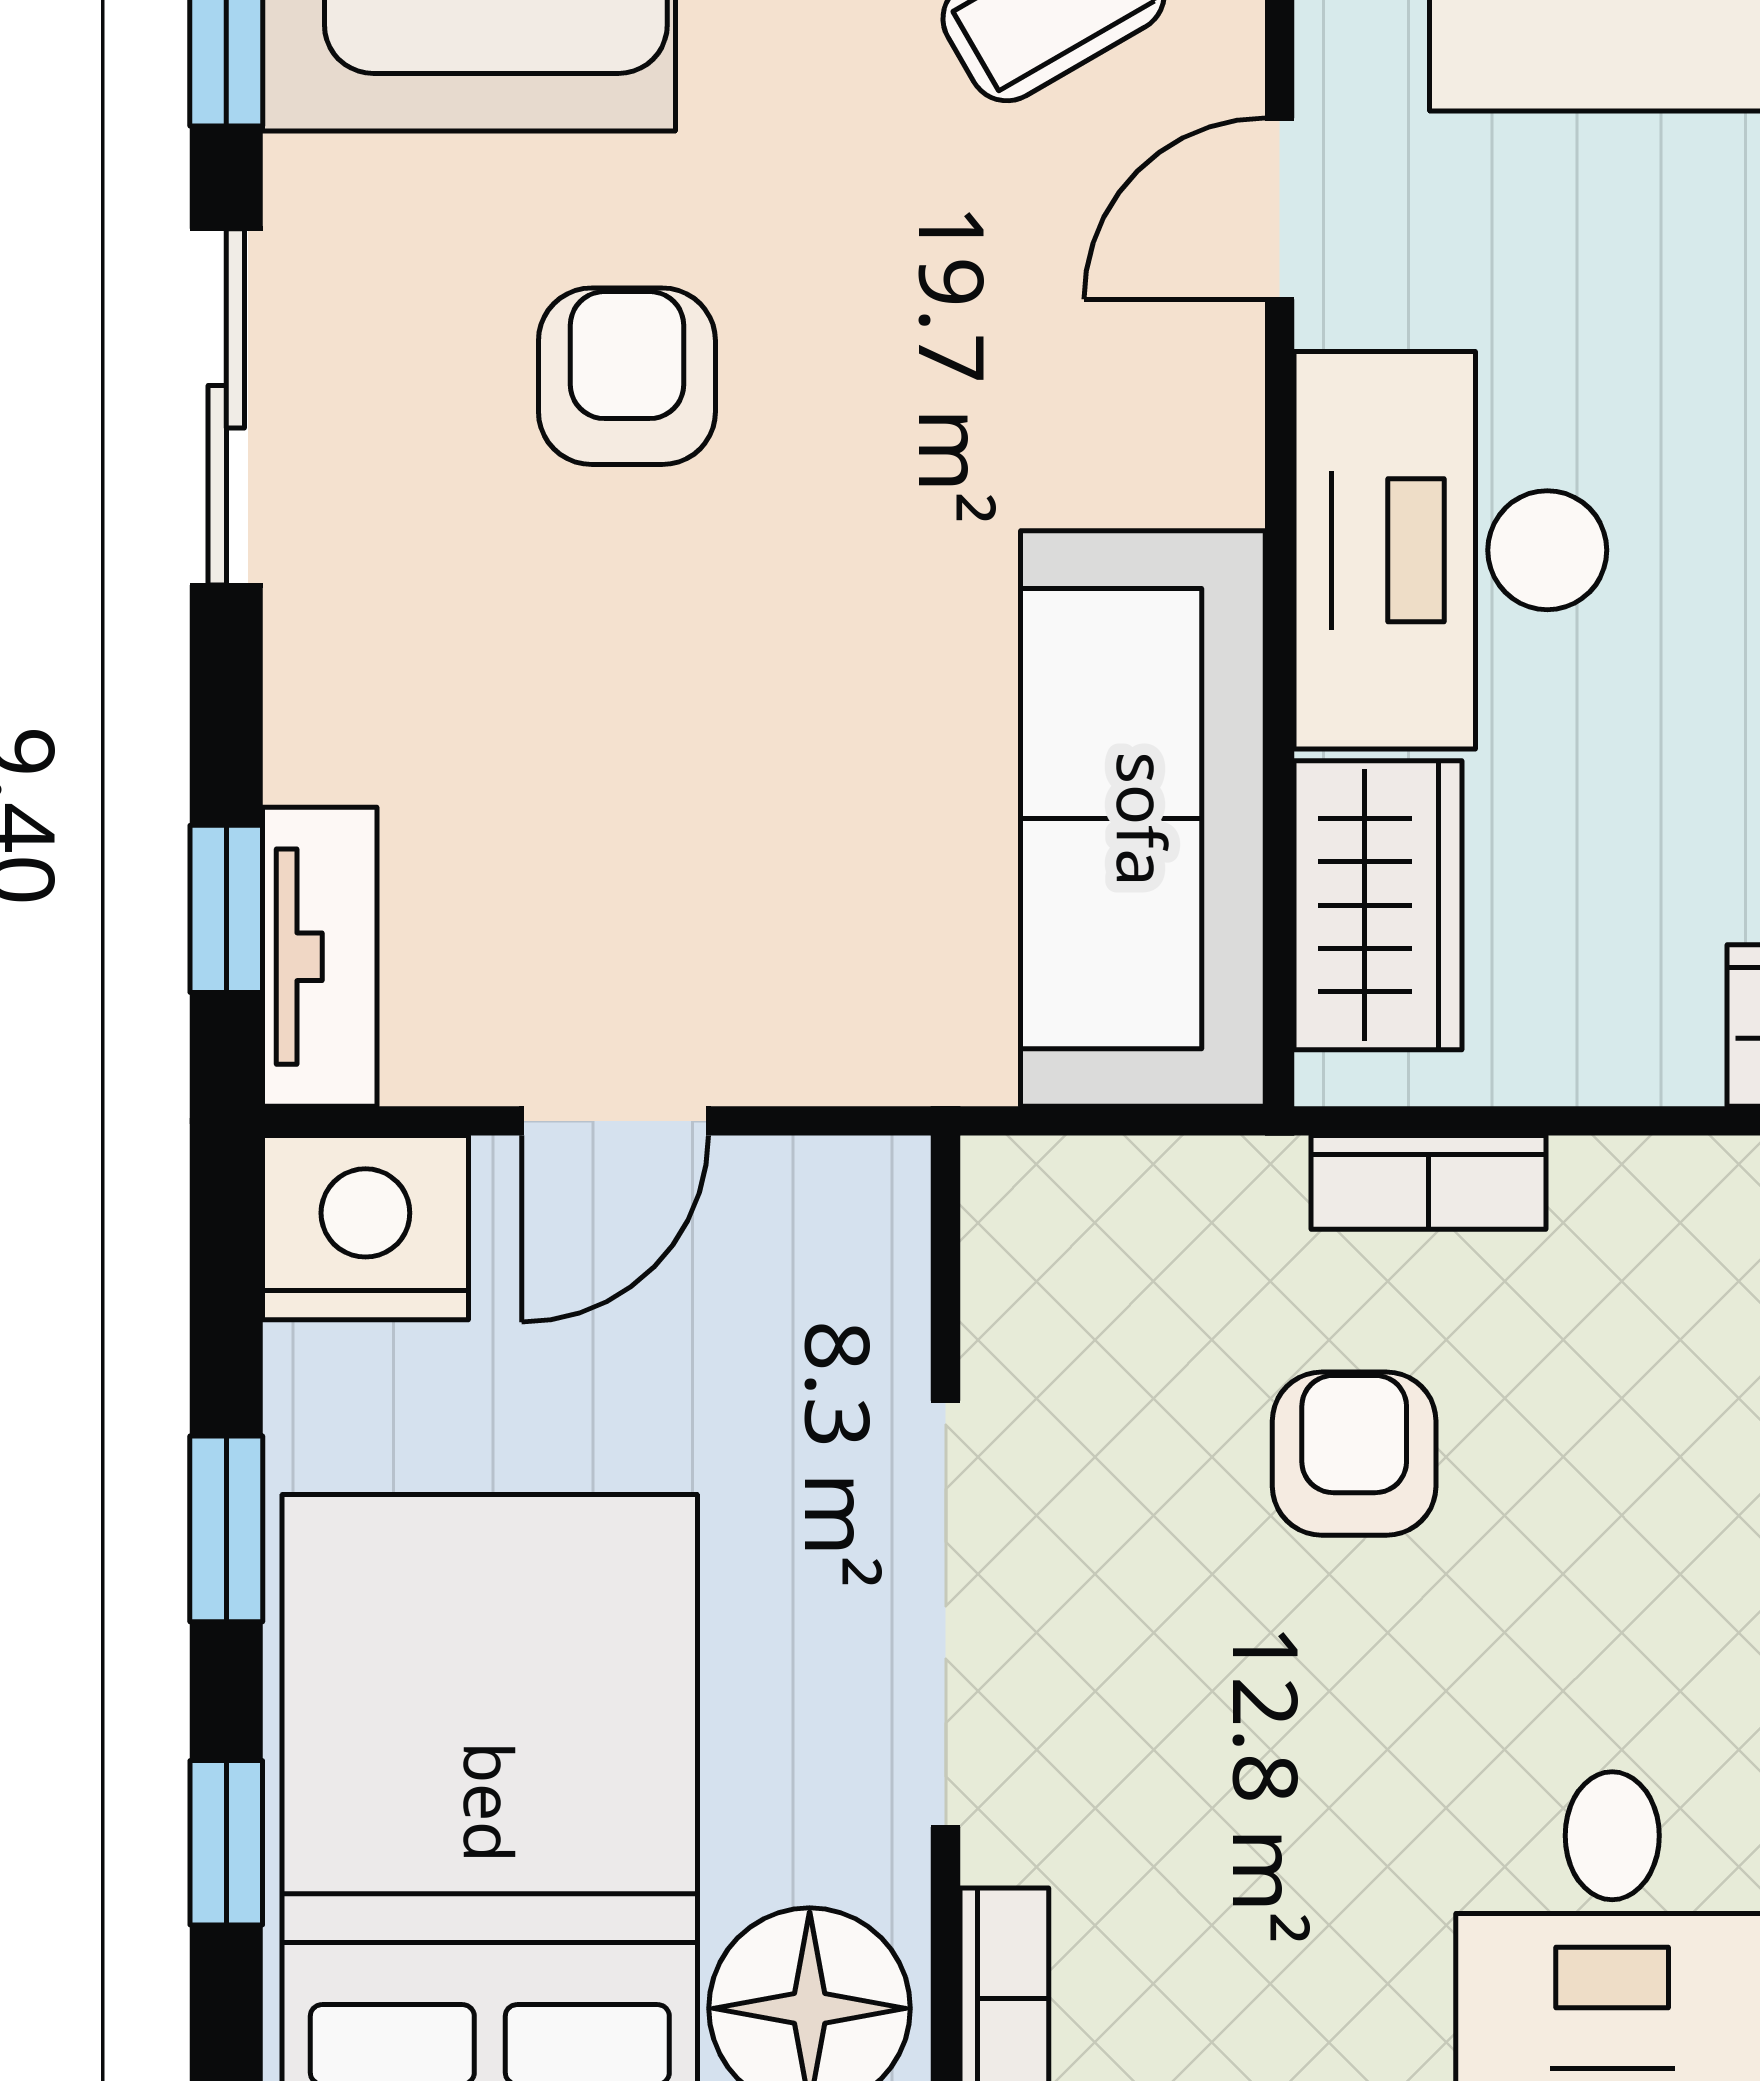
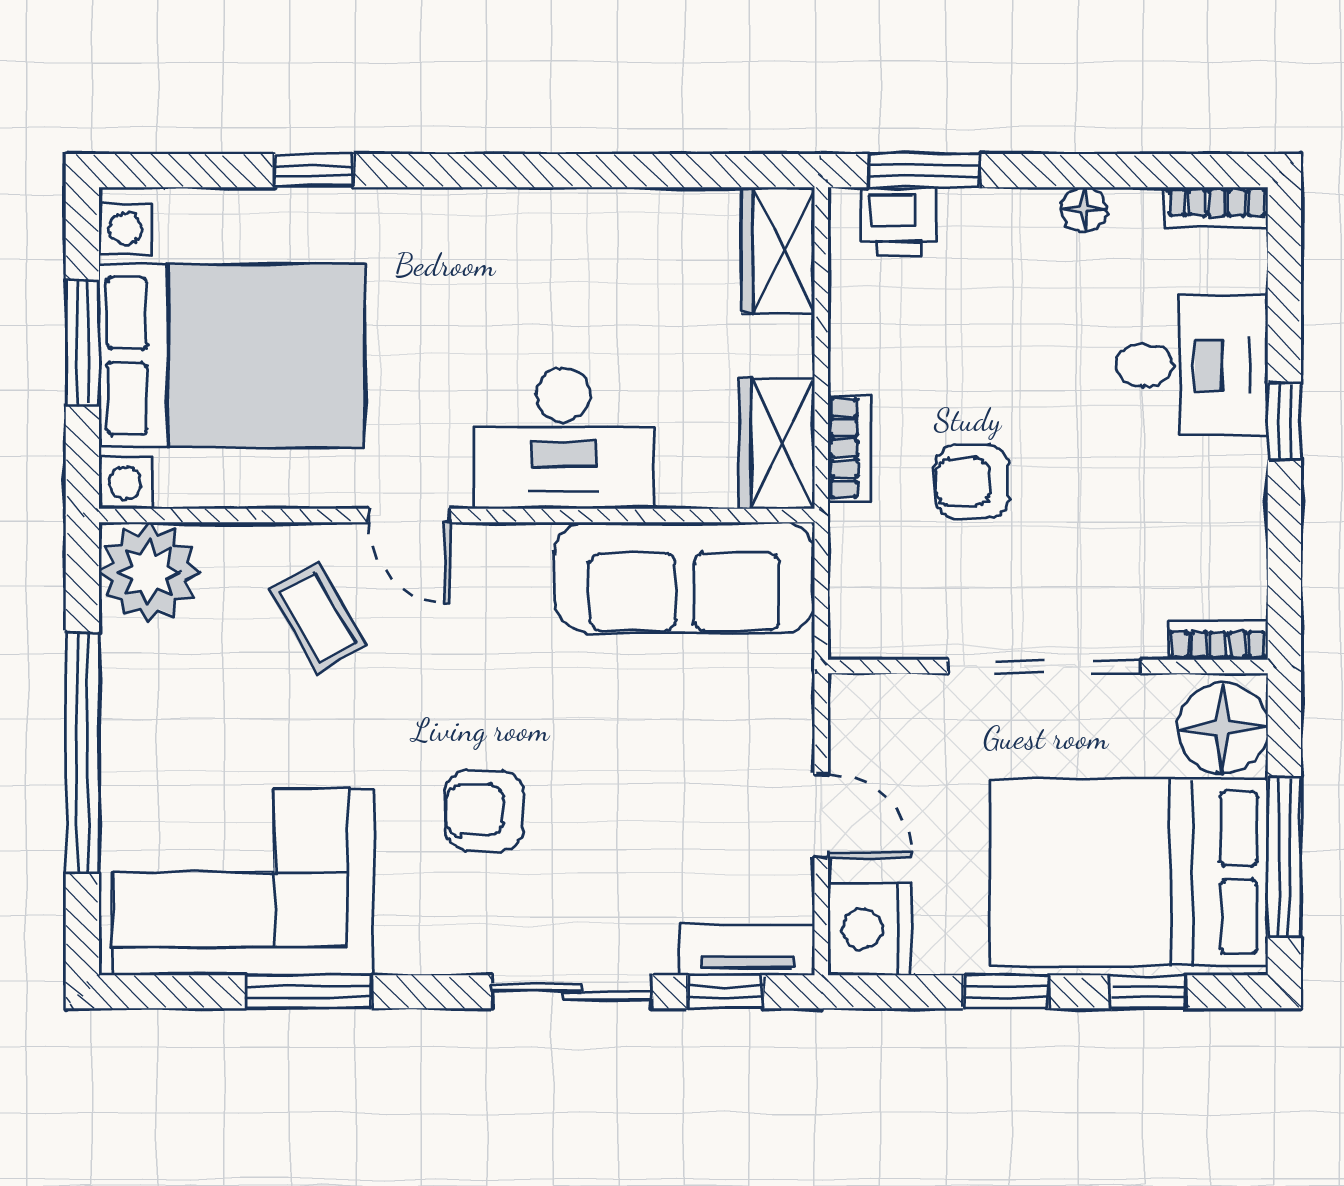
sliding door: (226, 407) -> (572, 992), moved
wardrobe: (1378, 905) -> (777, 444), moved, turned -90

